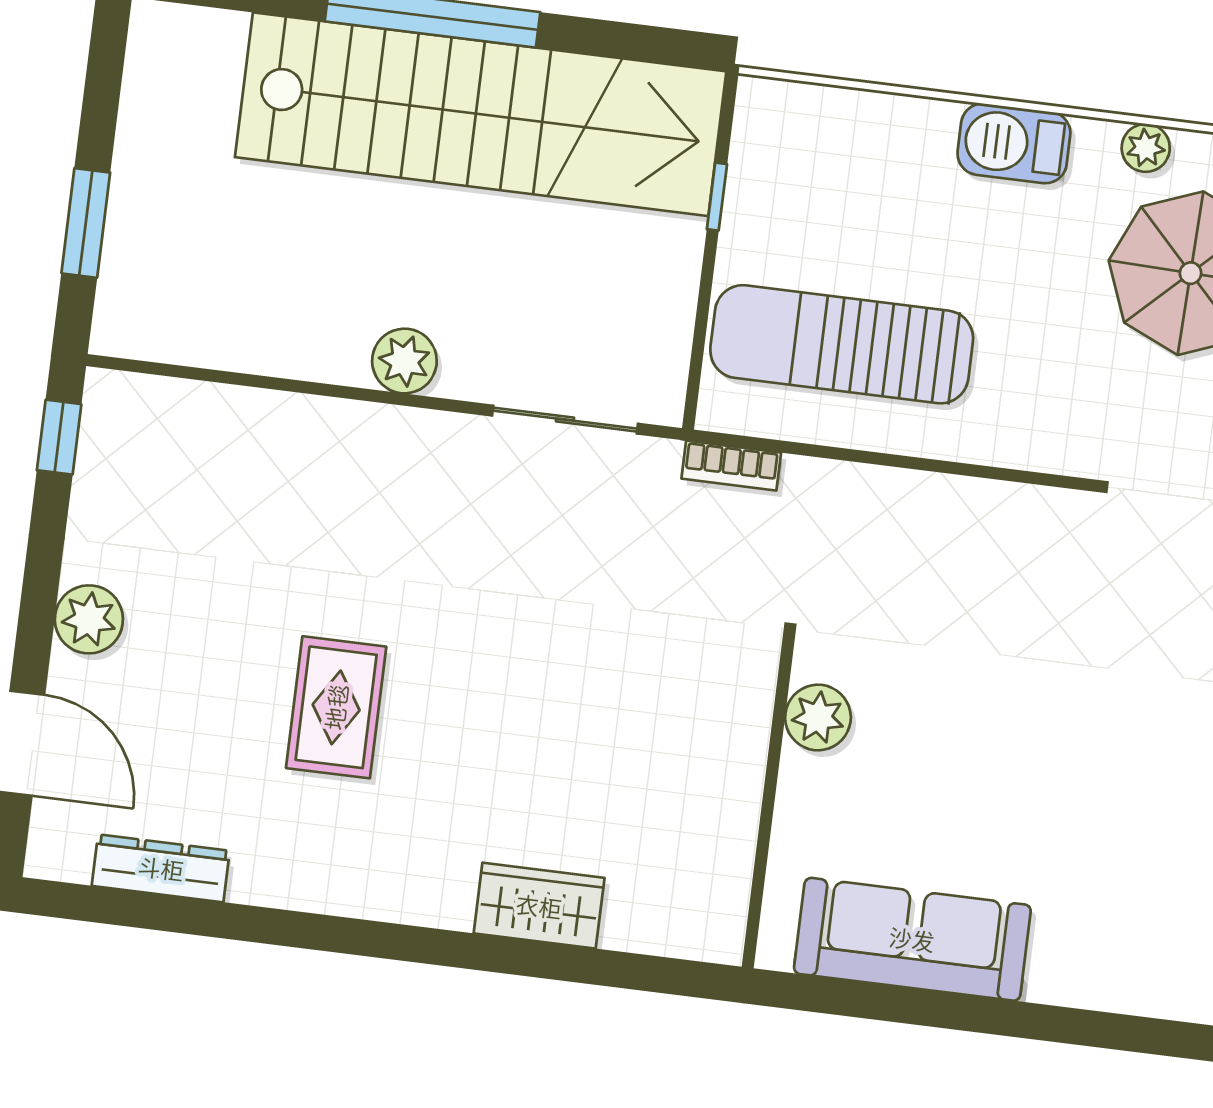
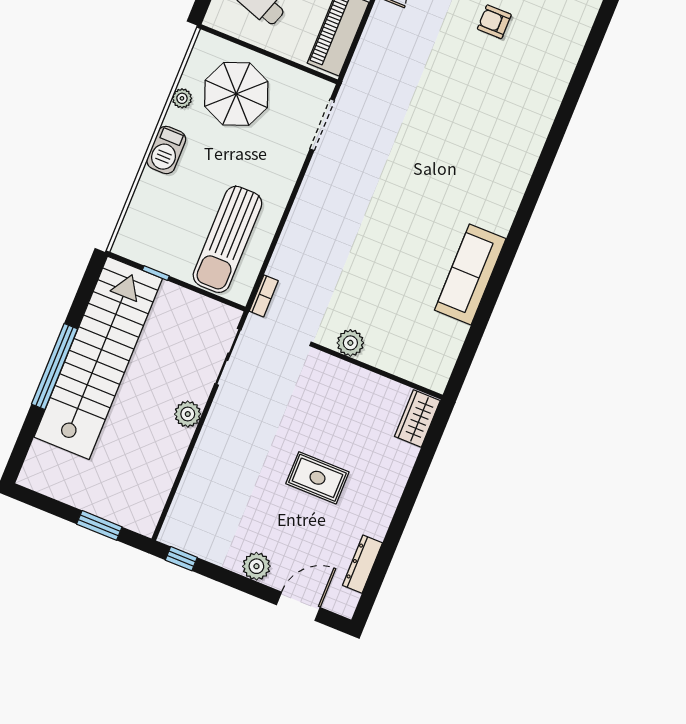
plant: (818, 718) -> (350, 343), moved
wall: (768, 801) -> (378, 371), moved

